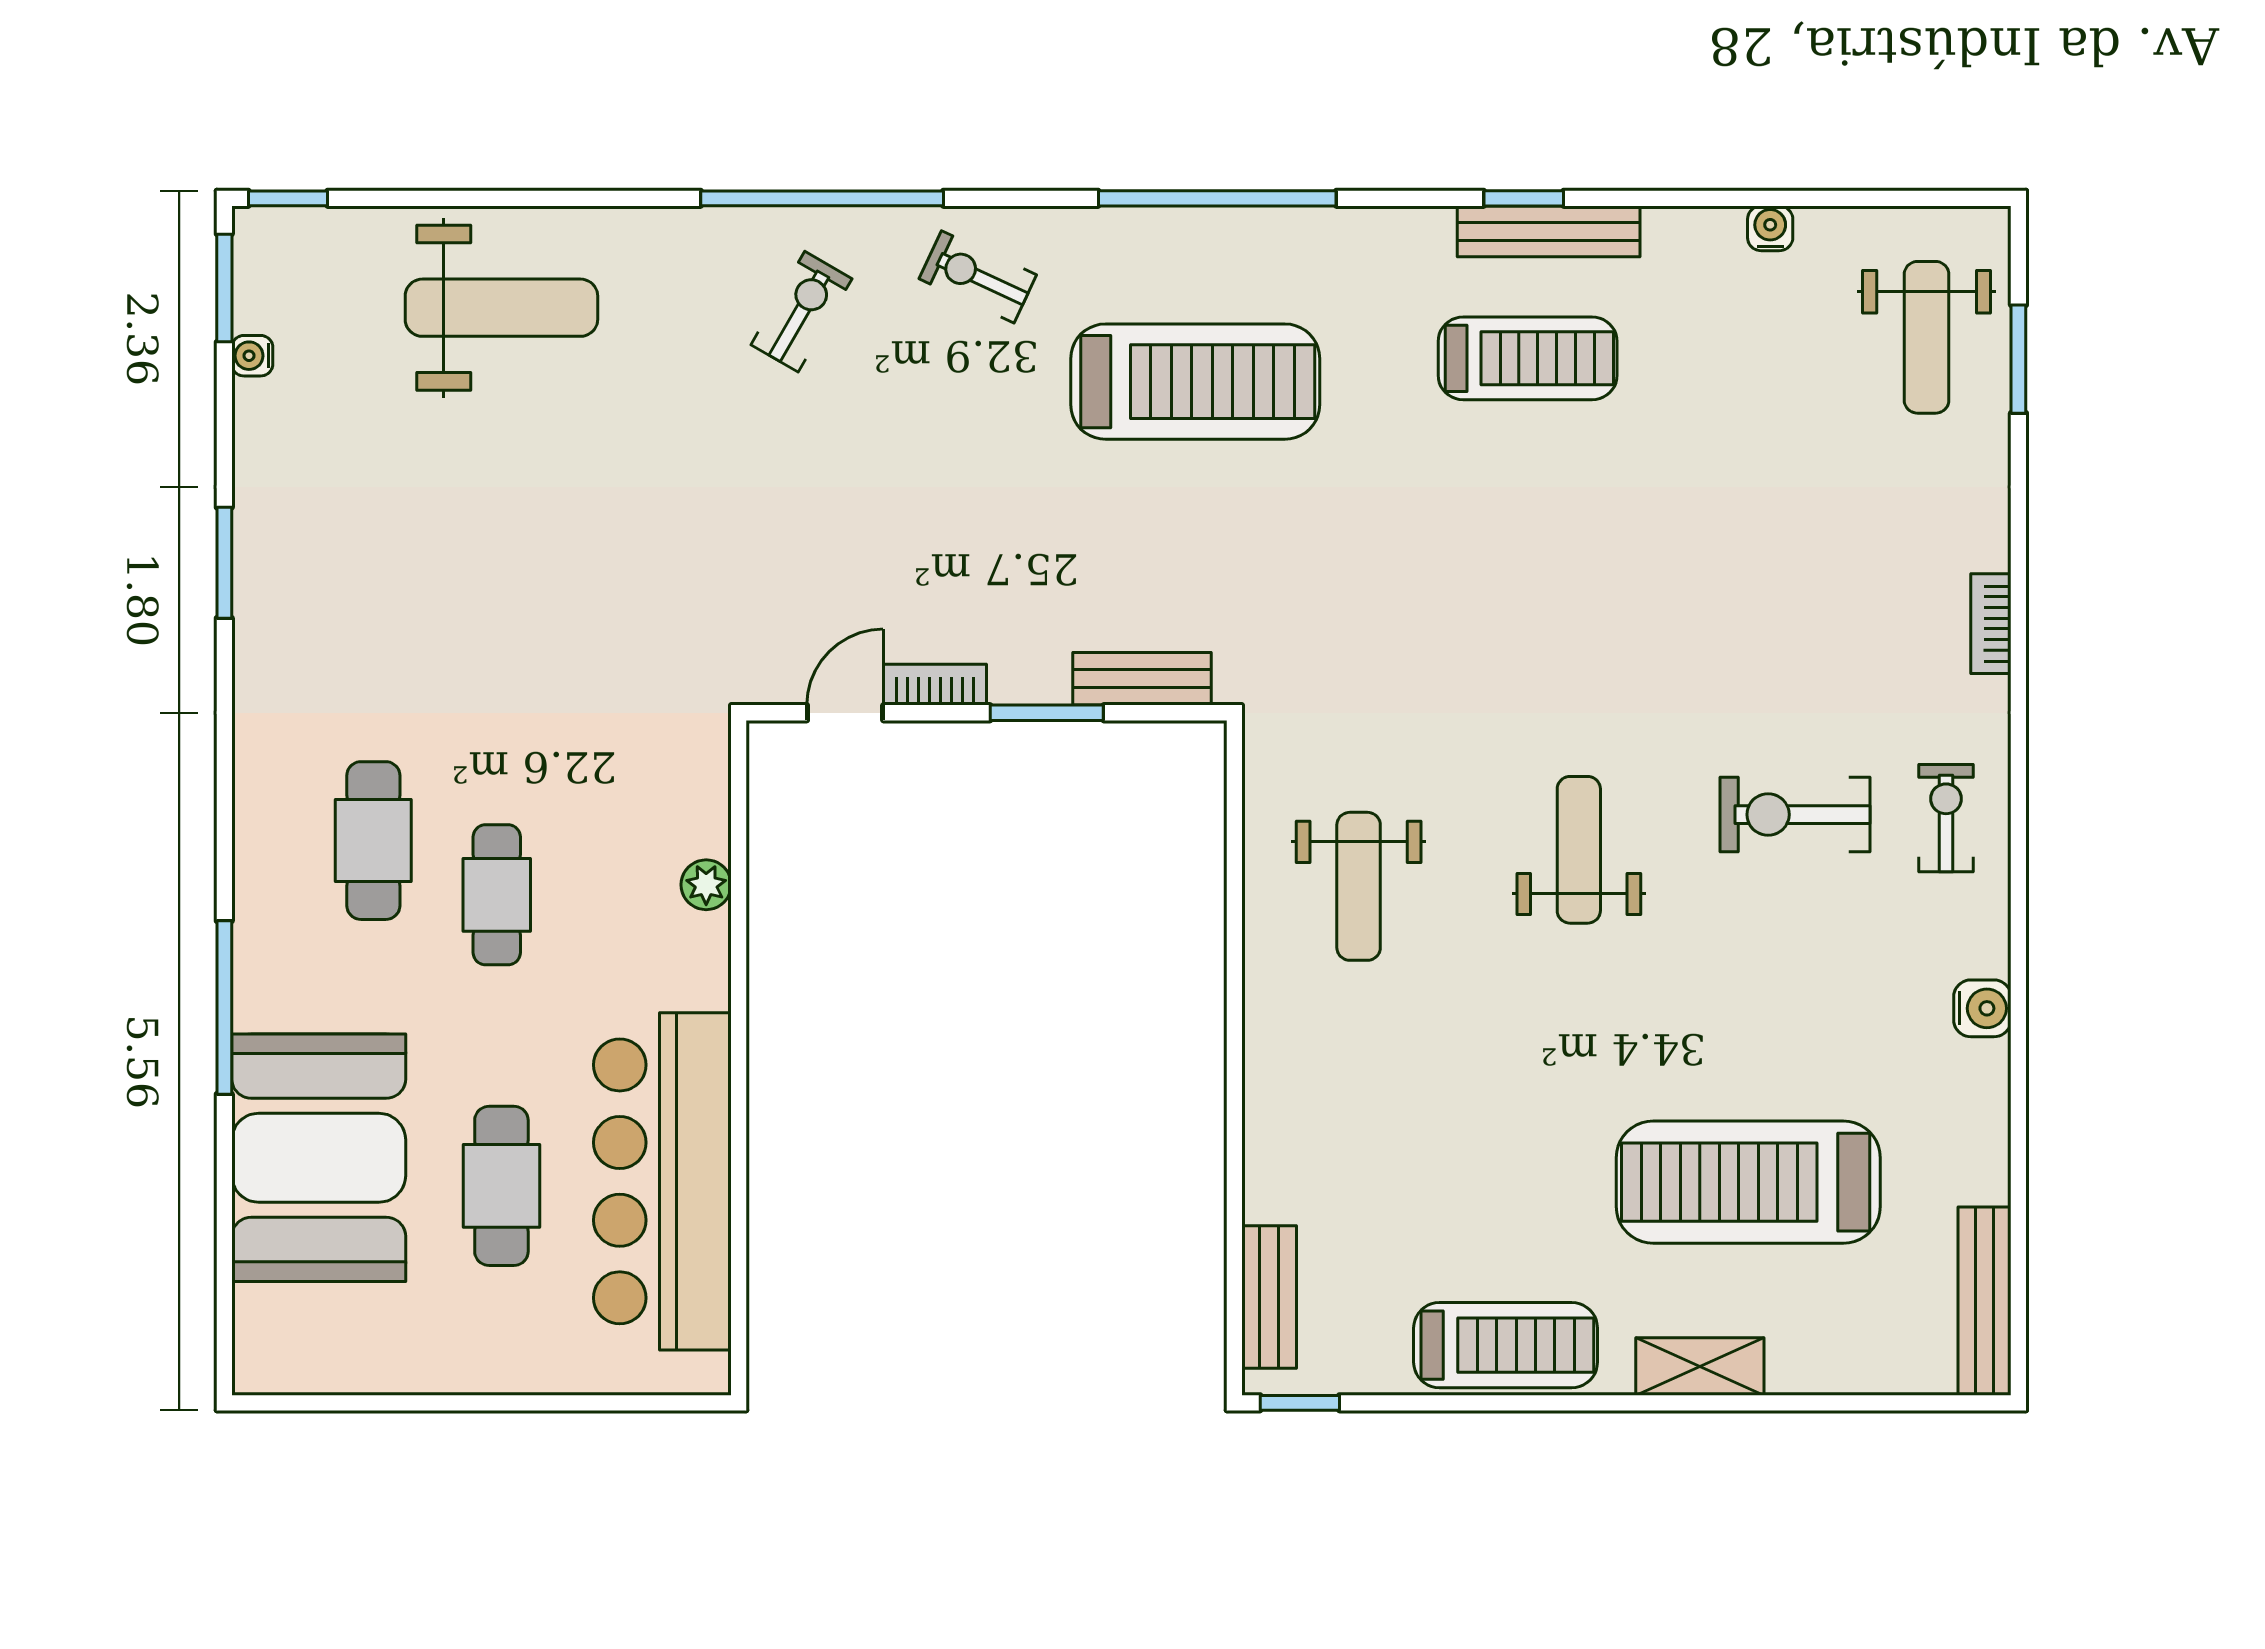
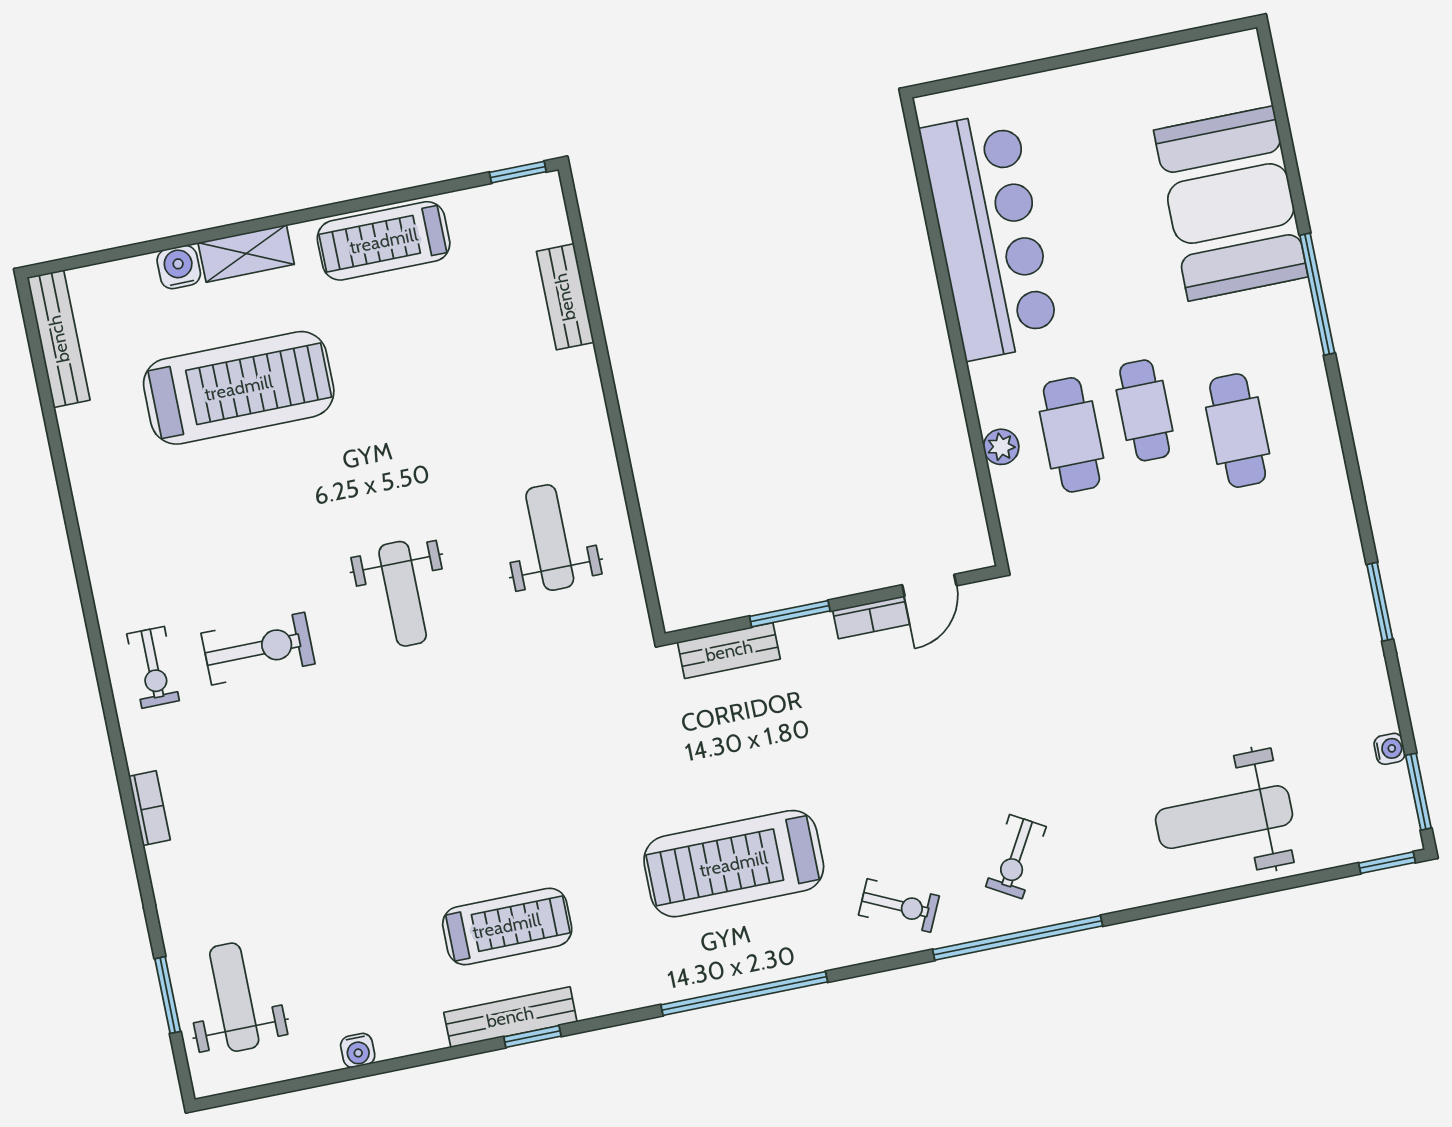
treadmill: (1528, 358) -> (507, 926), turned 180
water cooler: (1982, 1008) -> (179, 267), moved, turned 90
cafe table: (501, 1186) -> (1072, 435), moved
bench: (1269, 1297) -> (565, 297), moved

